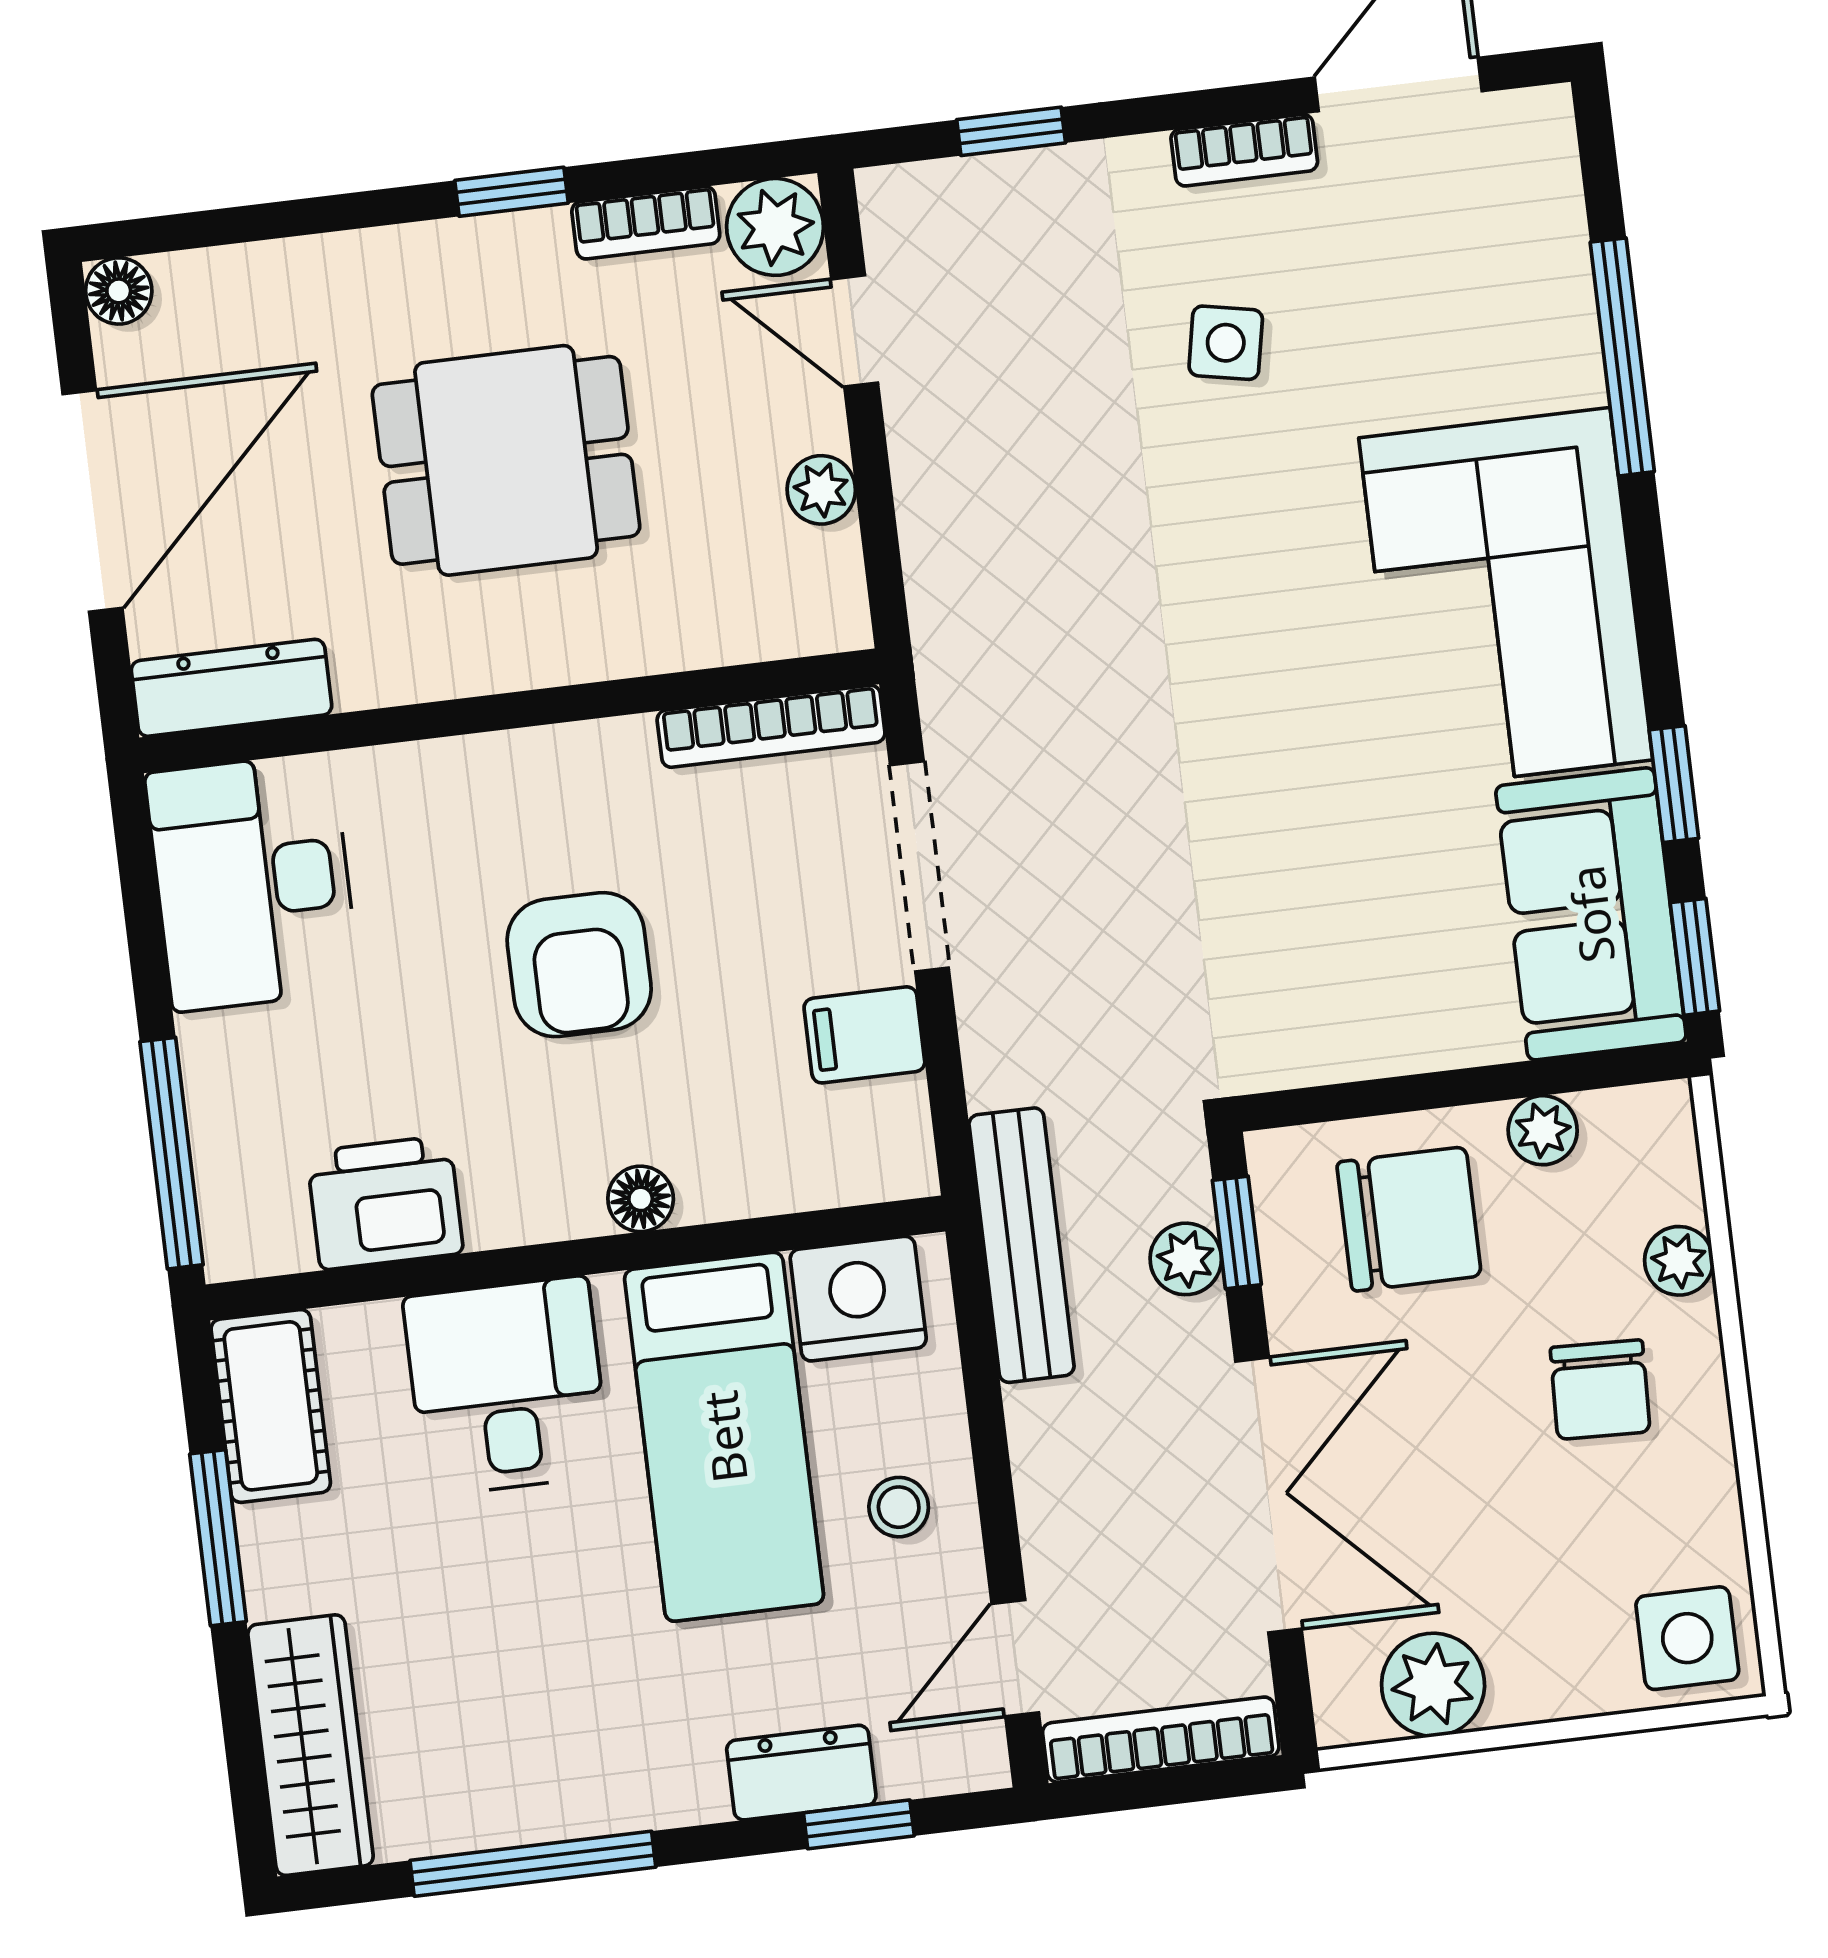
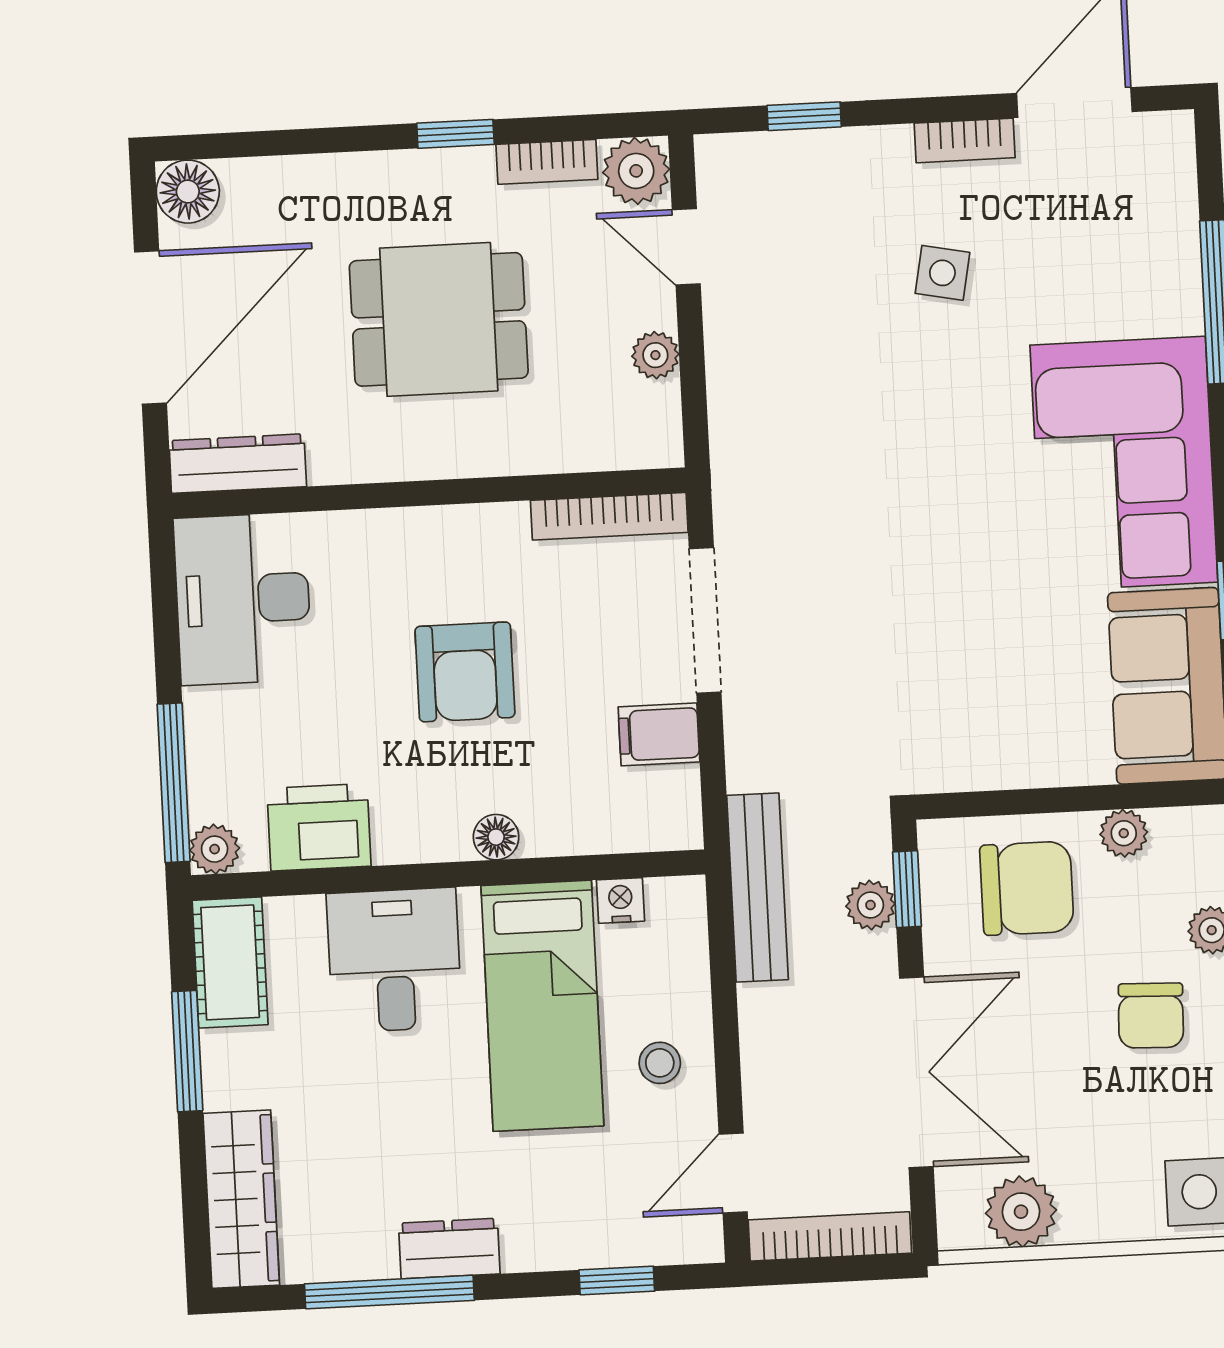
floor lamp: (119, 291) -> (188, 192), width x1.37, depth x1.37
plant: (237, 1244) -> (215, 849), added
nightstand: (858, 1299) -> (620, 900), width x0.53, depth x0.56
dresser: (801, 1773) -> (449, 1249), moved

